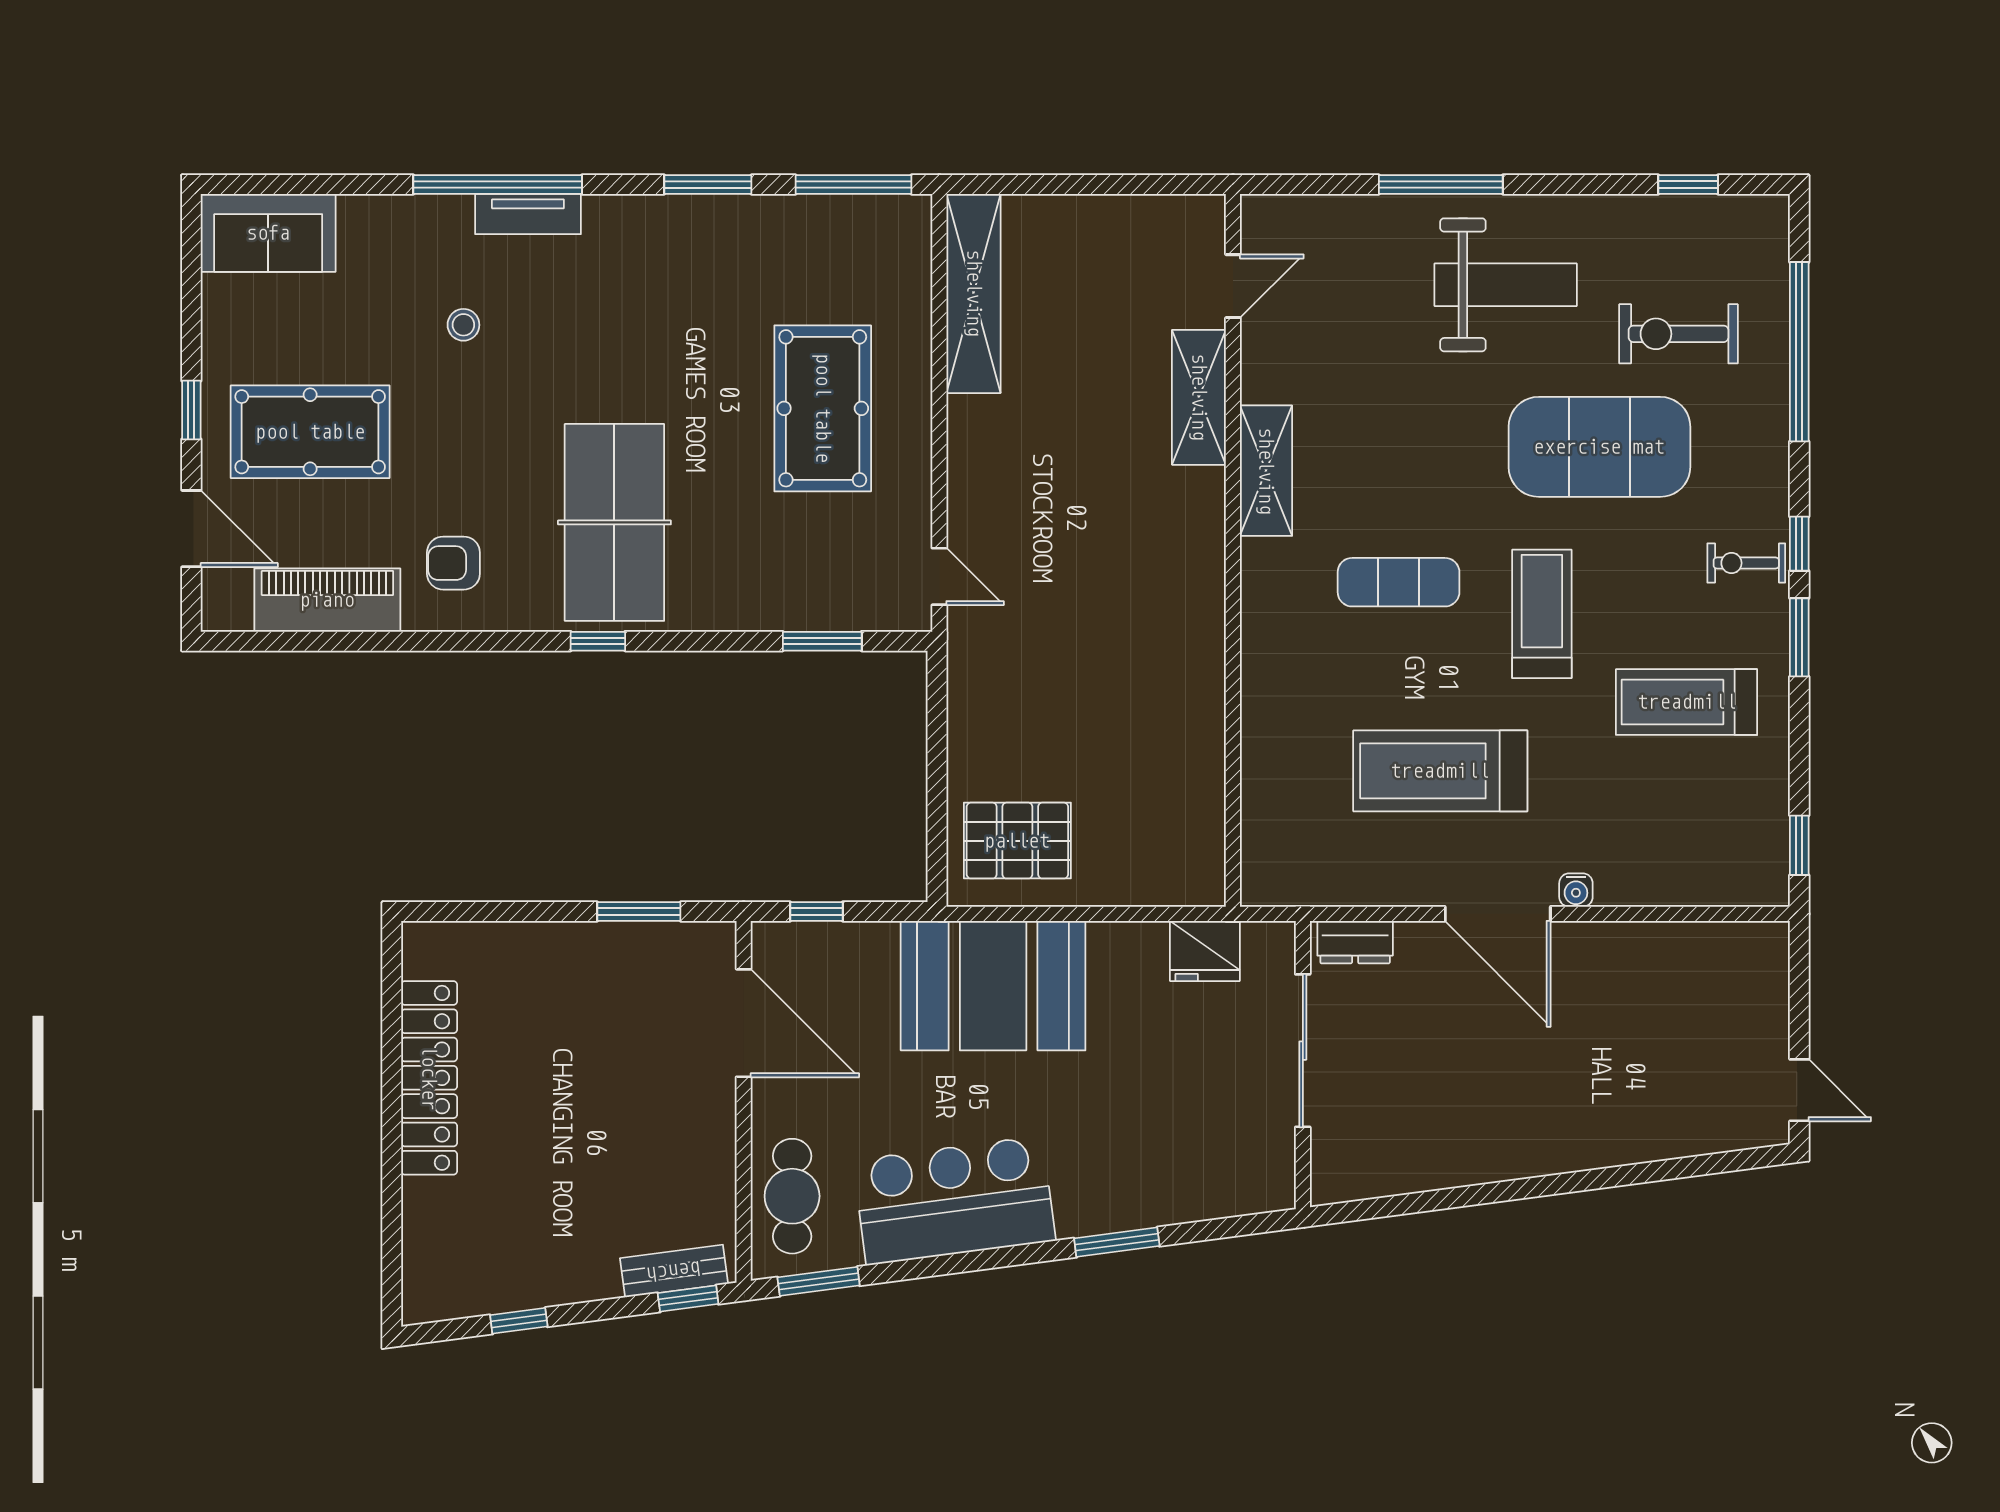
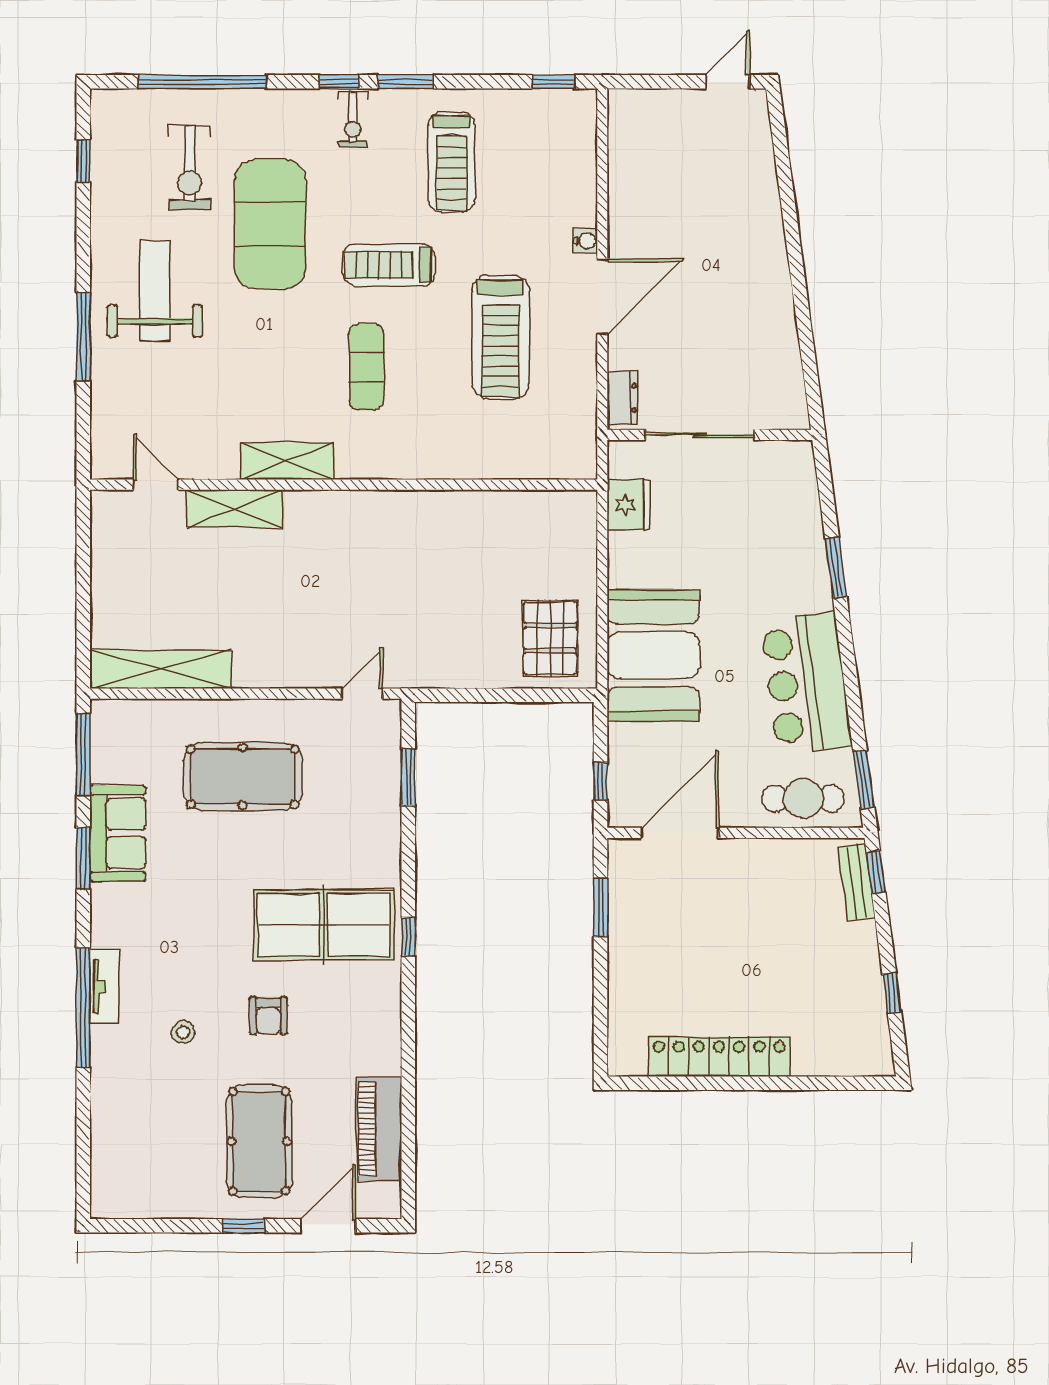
sofa: (268, 233) -> (118, 833), moved
armchair: (453, 563) -> (268, 1016), moved

